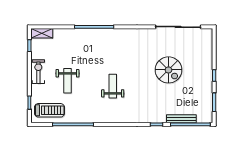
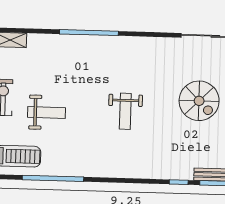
weight bench: (67, 81) -> (46, 113), turned -90
weight bench: (113, 86) -> (125, 111), moved, turned 180

